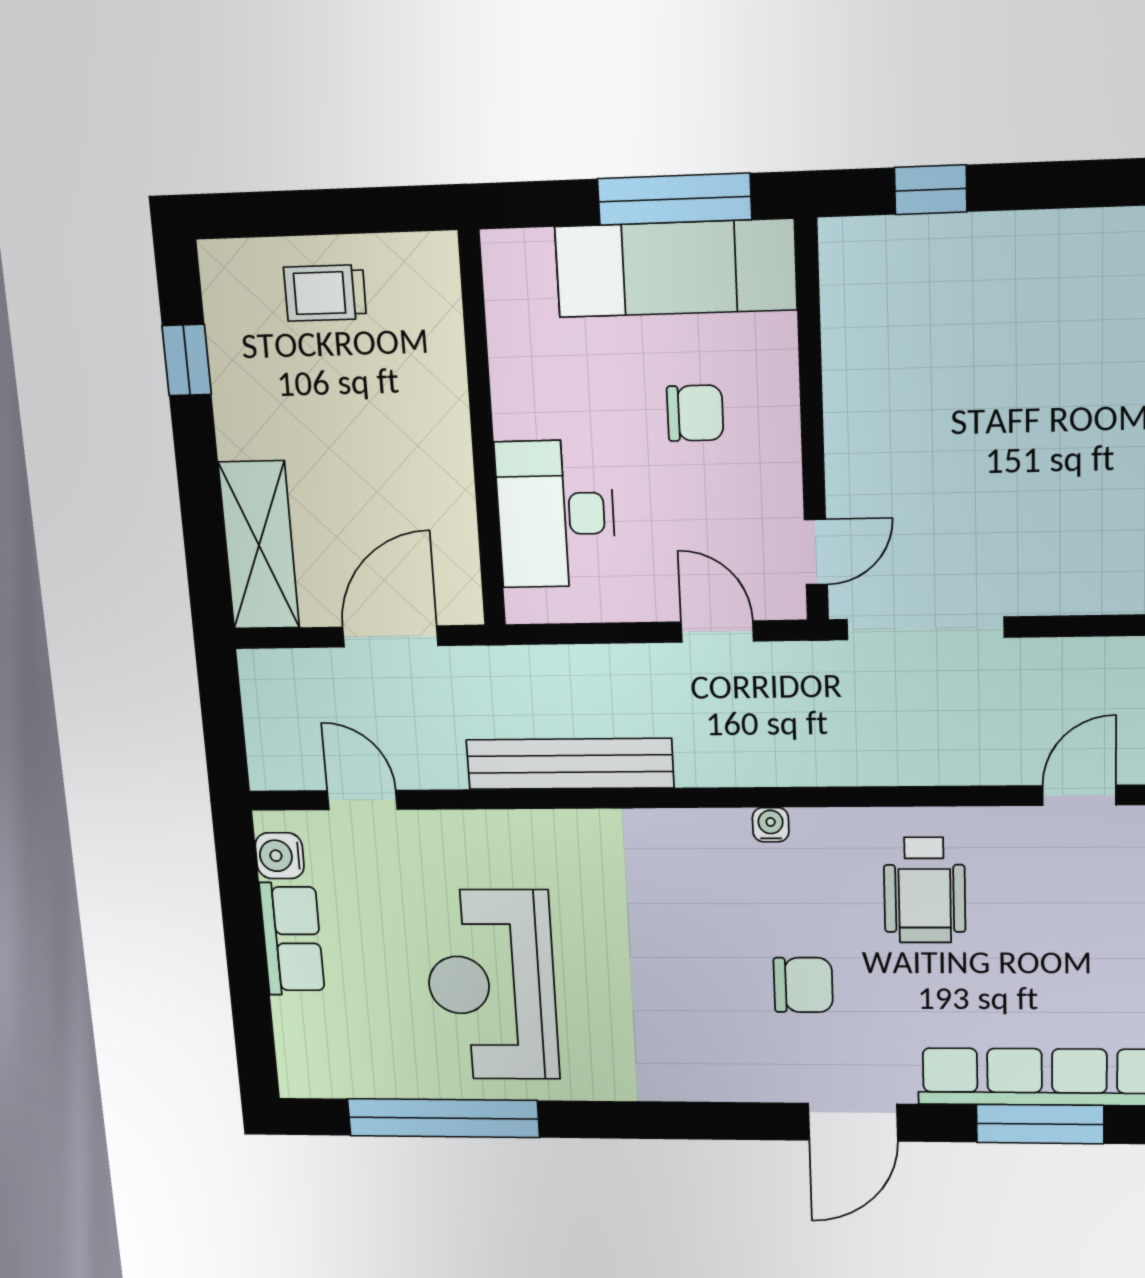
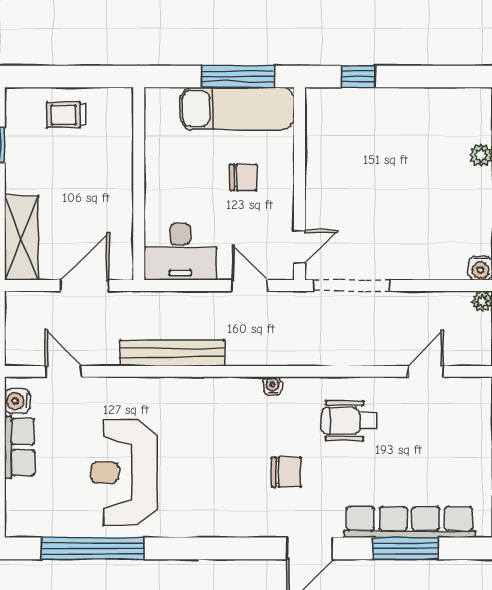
desk: (556, 514) -> (180, 252), moved, turned -90
wheelchair: (925, 890) -> (349, 421), turned 90

